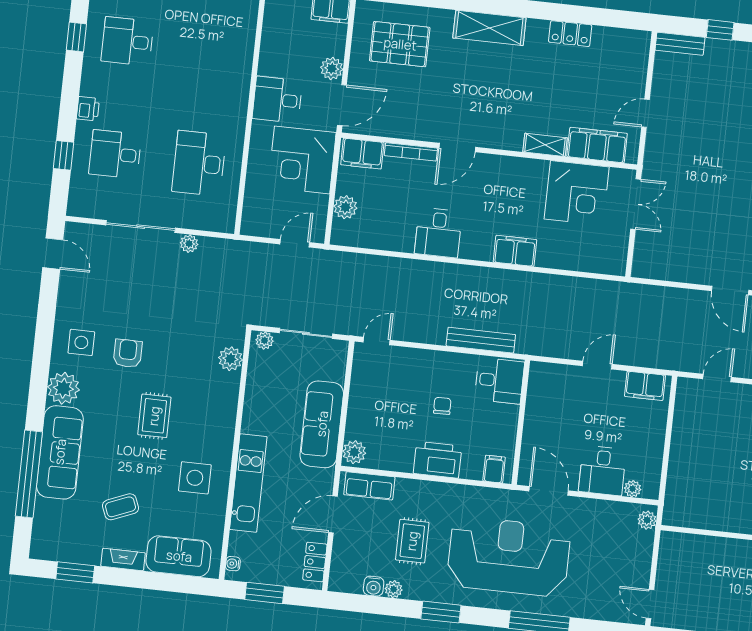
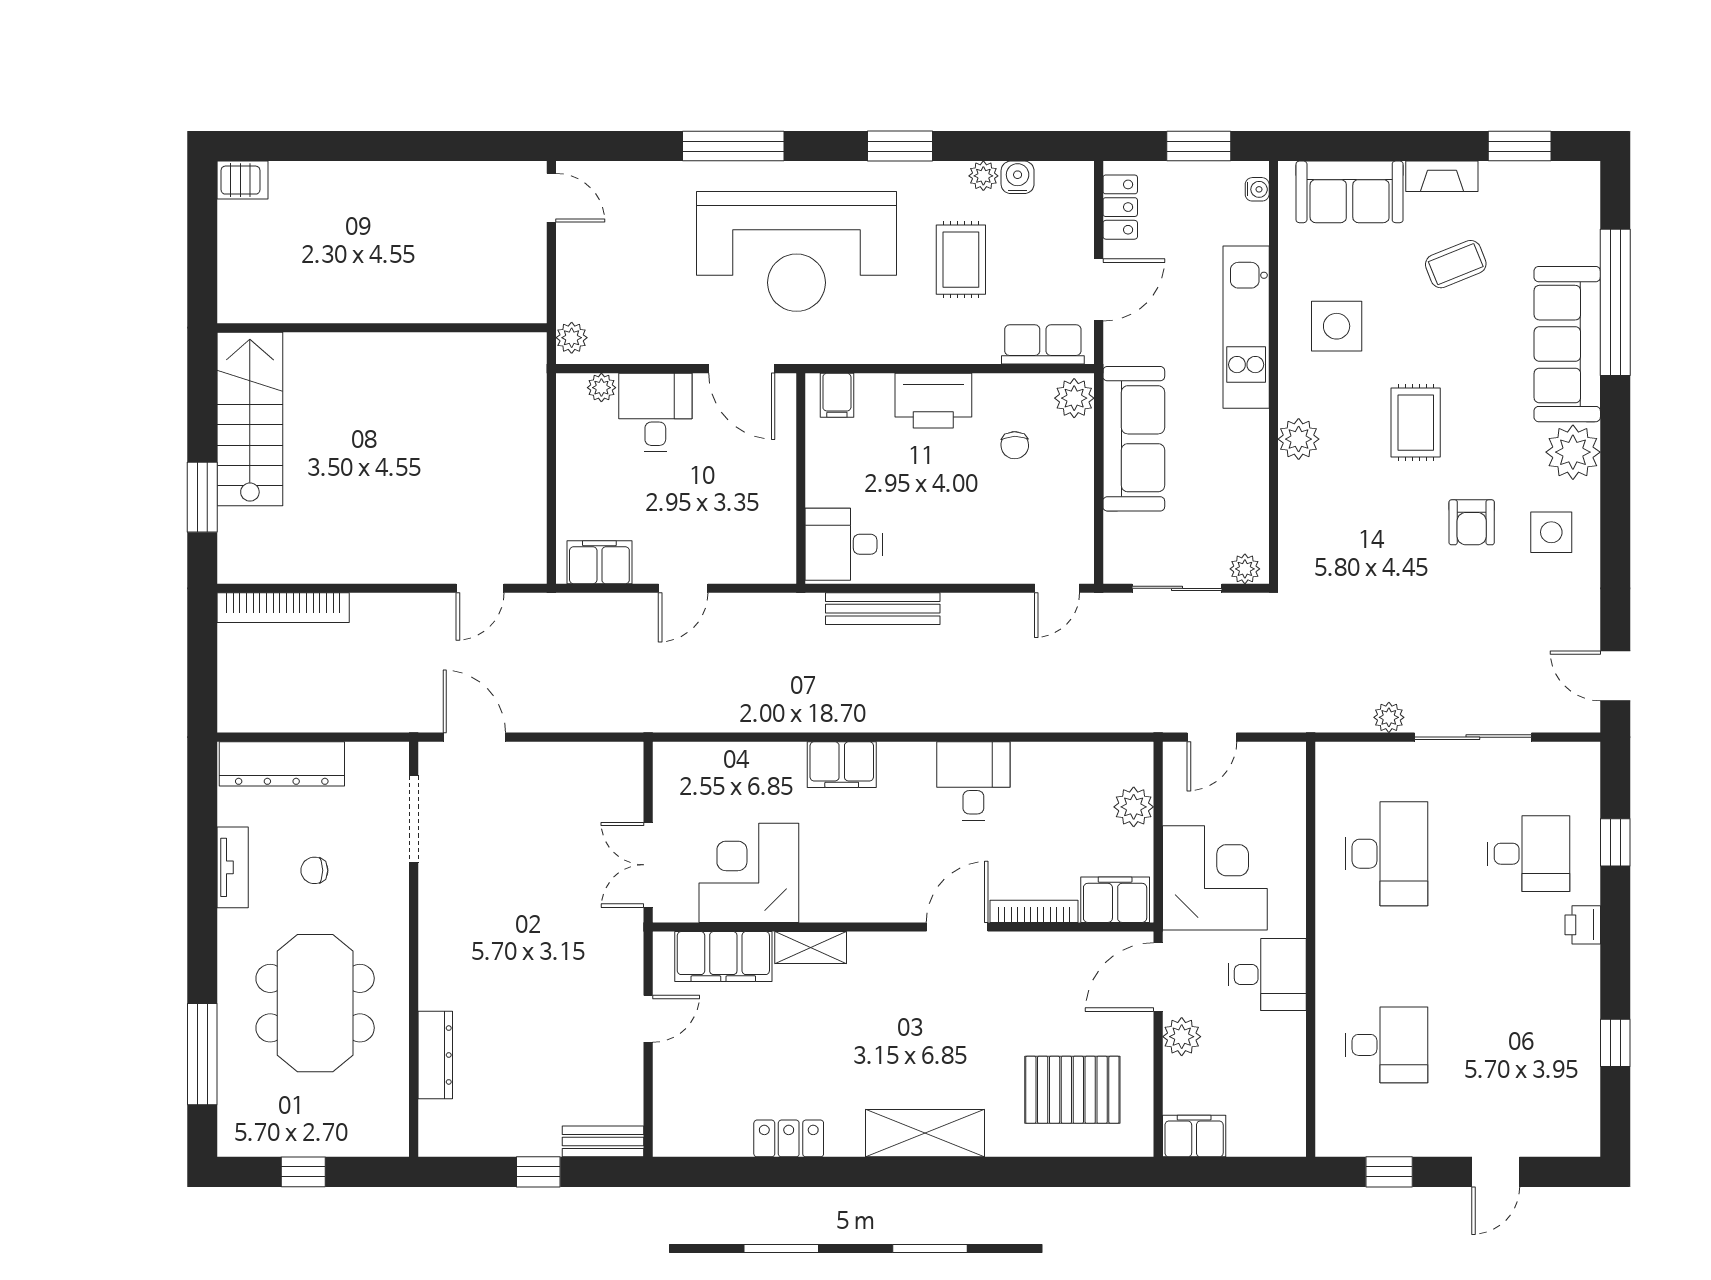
desk: (127, 41) -> (1387, 1045), moved
plant: (230, 359) -> (1299, 439), moved
chair: (442, 406) -> (1015, 445), moved

